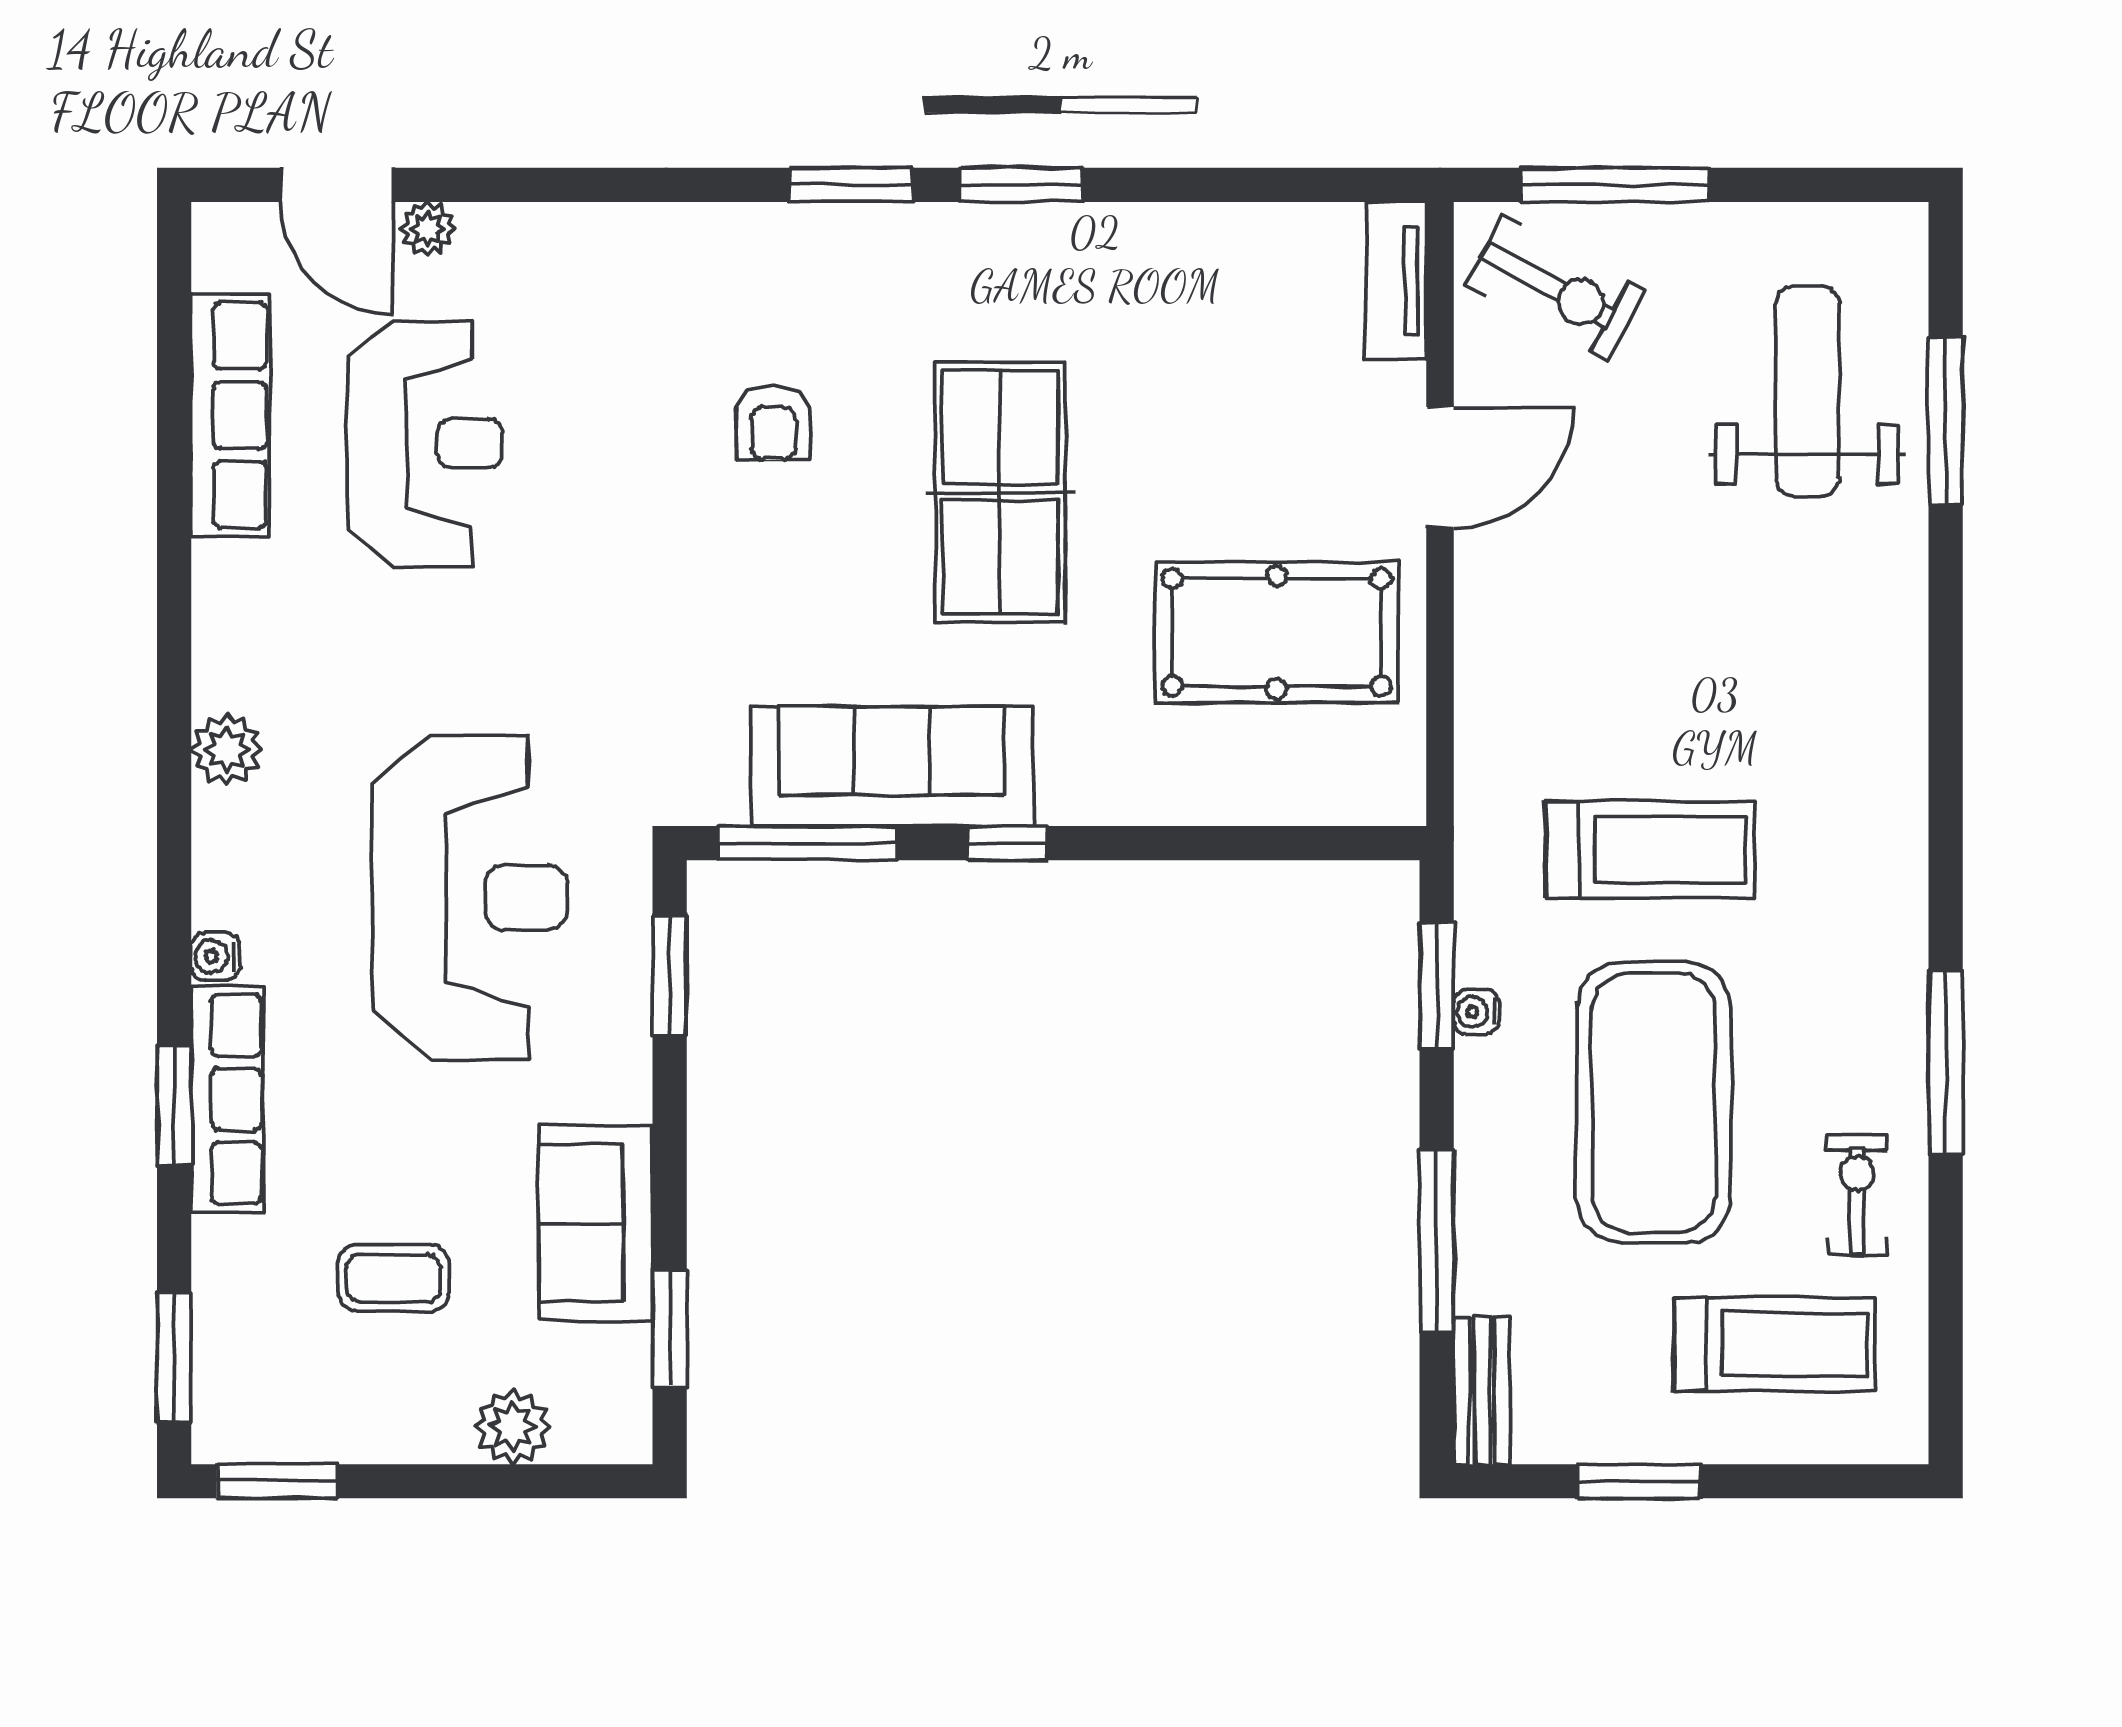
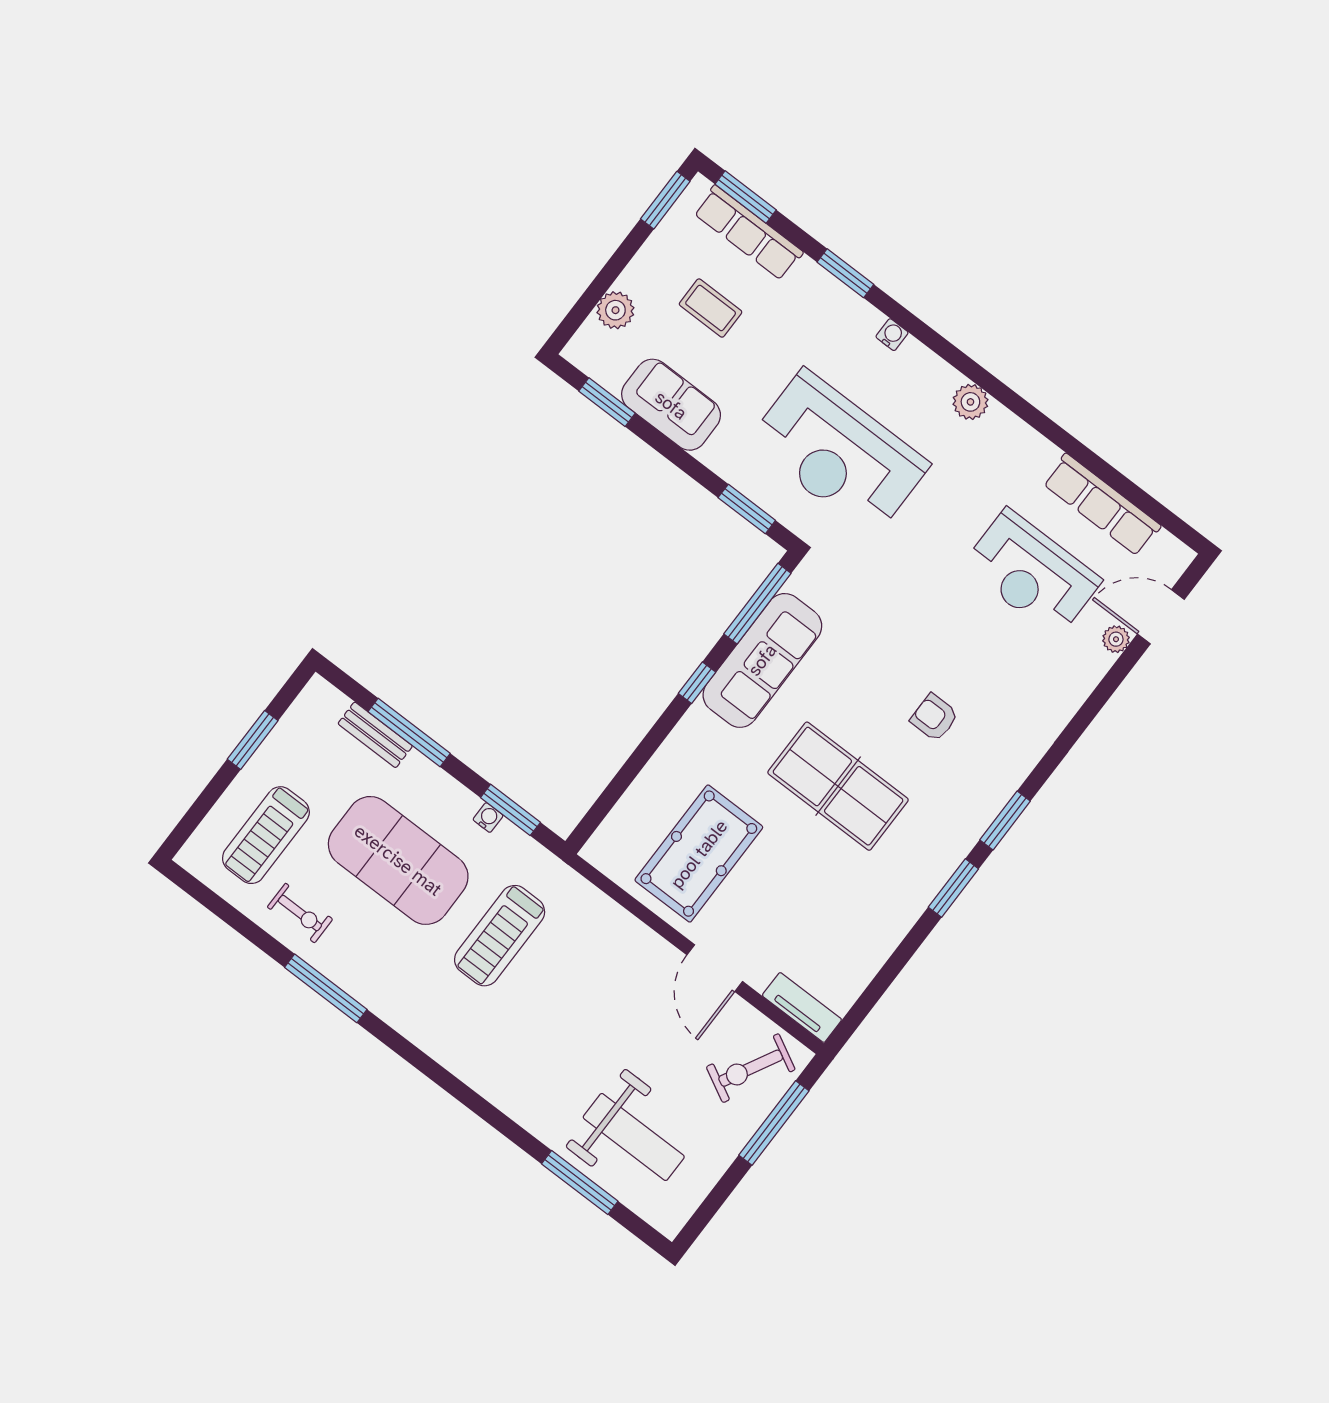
row of seats: (228, 1099) -> (748, 233), moved
coffee table: (394, 1278) -> (711, 308), turned 90
bench: (1482, 1391) -> (375, 735), moved

